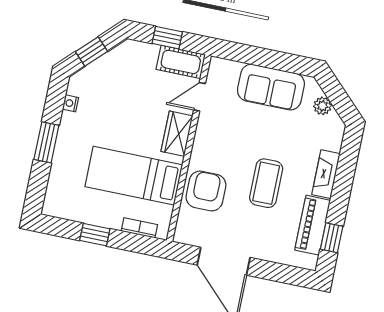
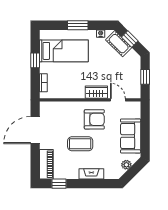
cot: (181, 62) -> (119, 44), moved, turned -45
bed: (134, 176) -> (64, 51), moved, turned 90
armchair: (206, 191) -> (94, 119), moved
piano: (313, 225) -> (46, 164), moved, turned 90

